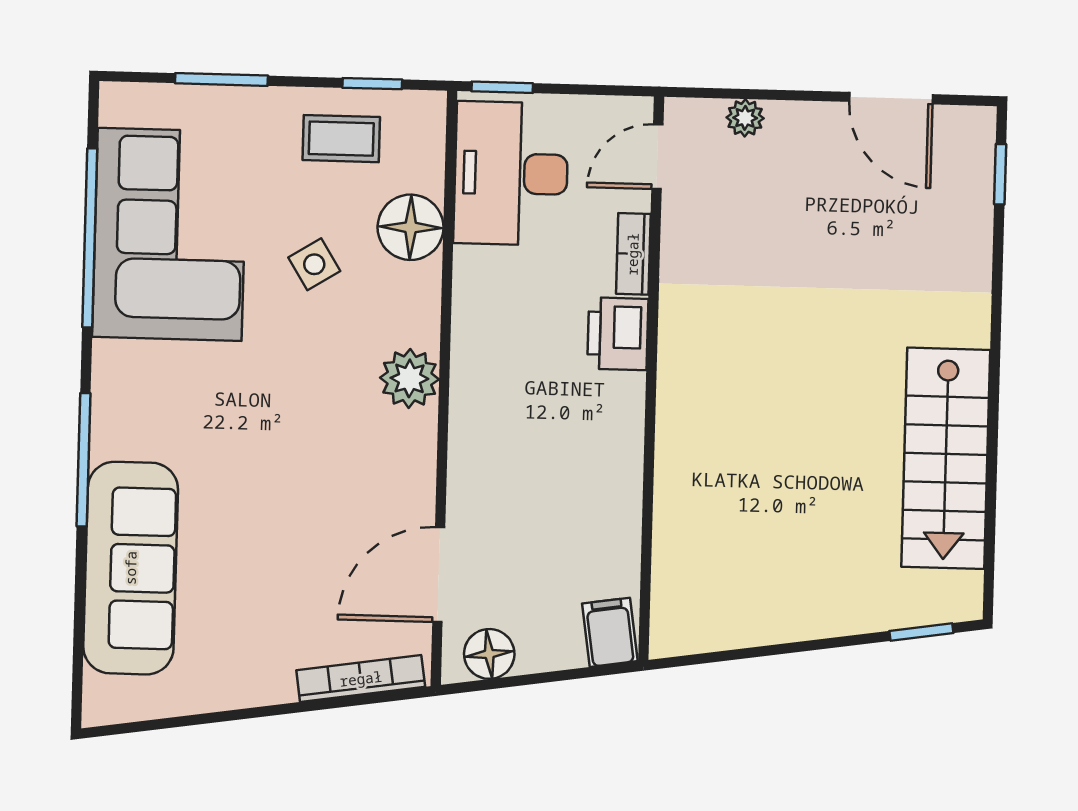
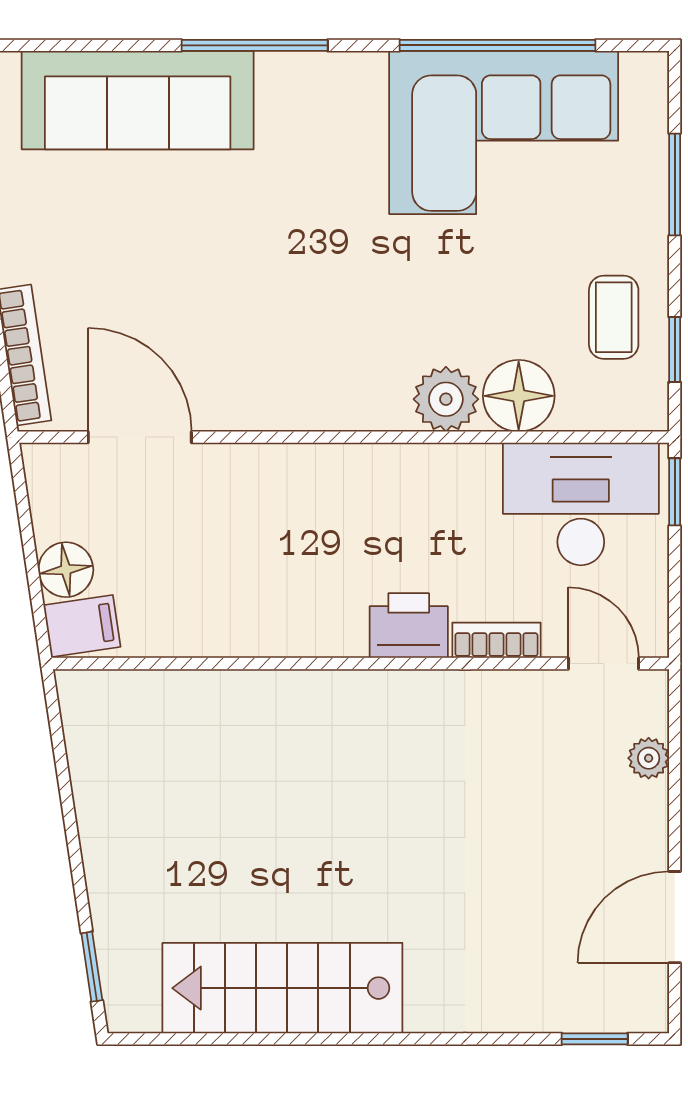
side table: (314, 264) -> (475, 292), removed
plant: (409, 378) -> (446, 399), moved
floor lamp: (489, 654) -> (66, 570), moved

